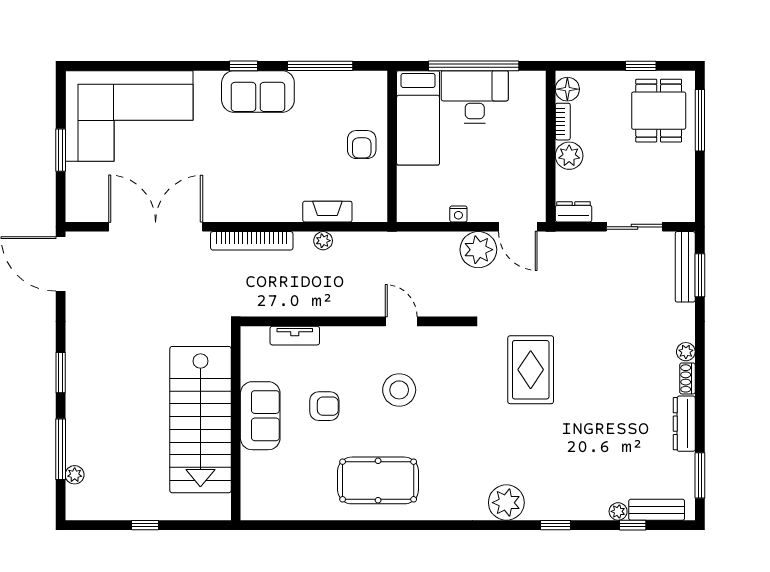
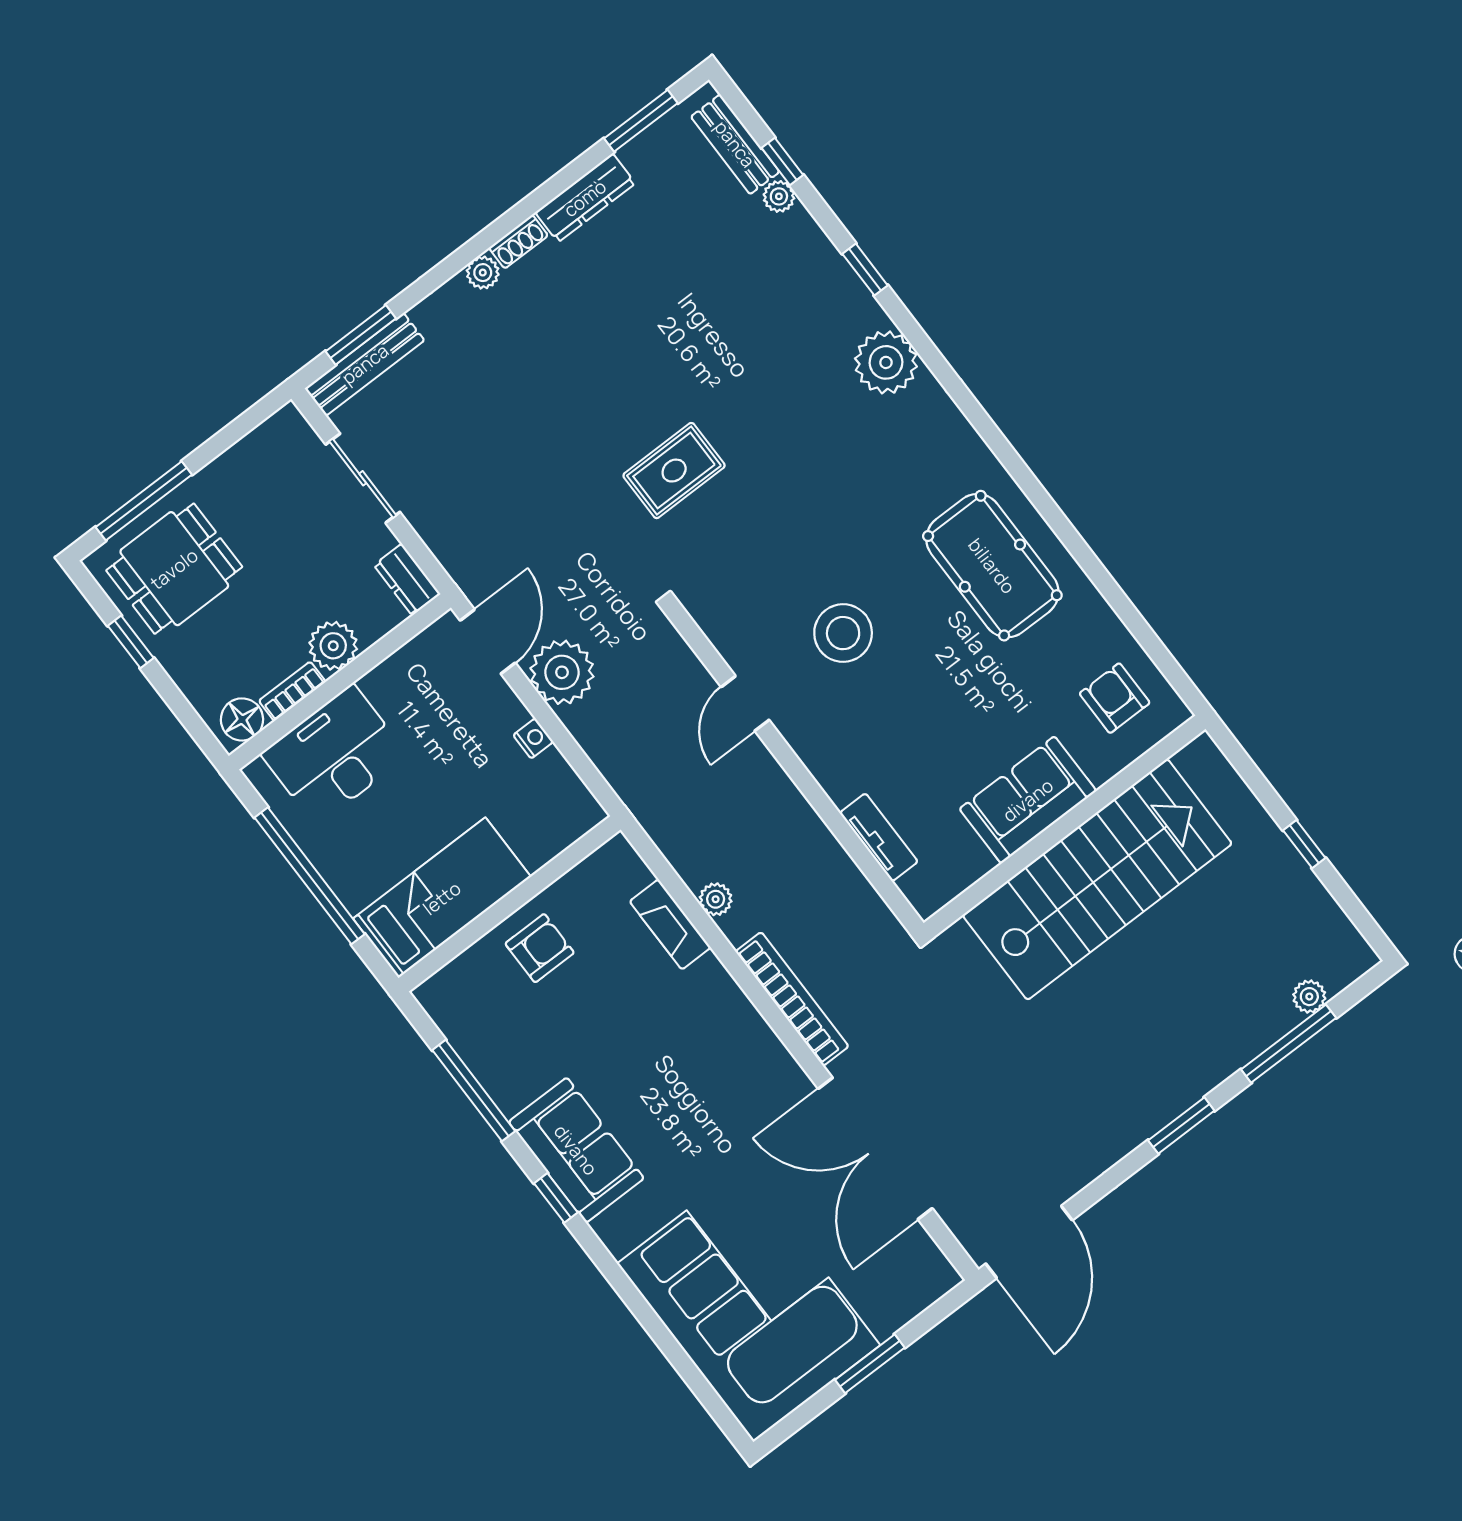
desk: (475, 97) -> (334, 755), moved, turned 90
rug: (531, 370) -> (674, 471), width x0.73, depth x0.70
armchair: (324, 406) -> (1115, 698), moved

